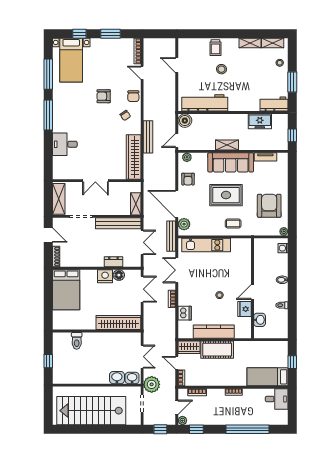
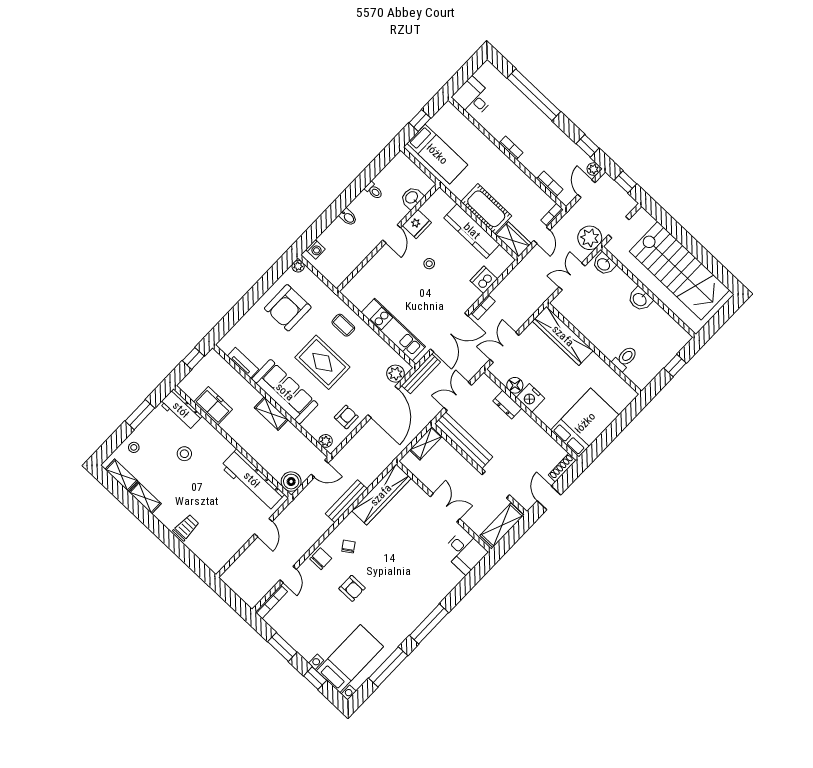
door: (177, 65) -> (263, 528), moved
stool: (221, 69) -> (184, 454), moved
desk: (65, 144) -> (465, 552), moved
double door: (177, 270) -> (449, 333), width x1.37
door: (252, 292) -> (392, 234), hinge flipped
bed: (268, 377) -> (437, 154), moved
washbasin: (117, 378) -> (640, 299), moved
door: (177, 407) -> (586, 189), hinge flipped

